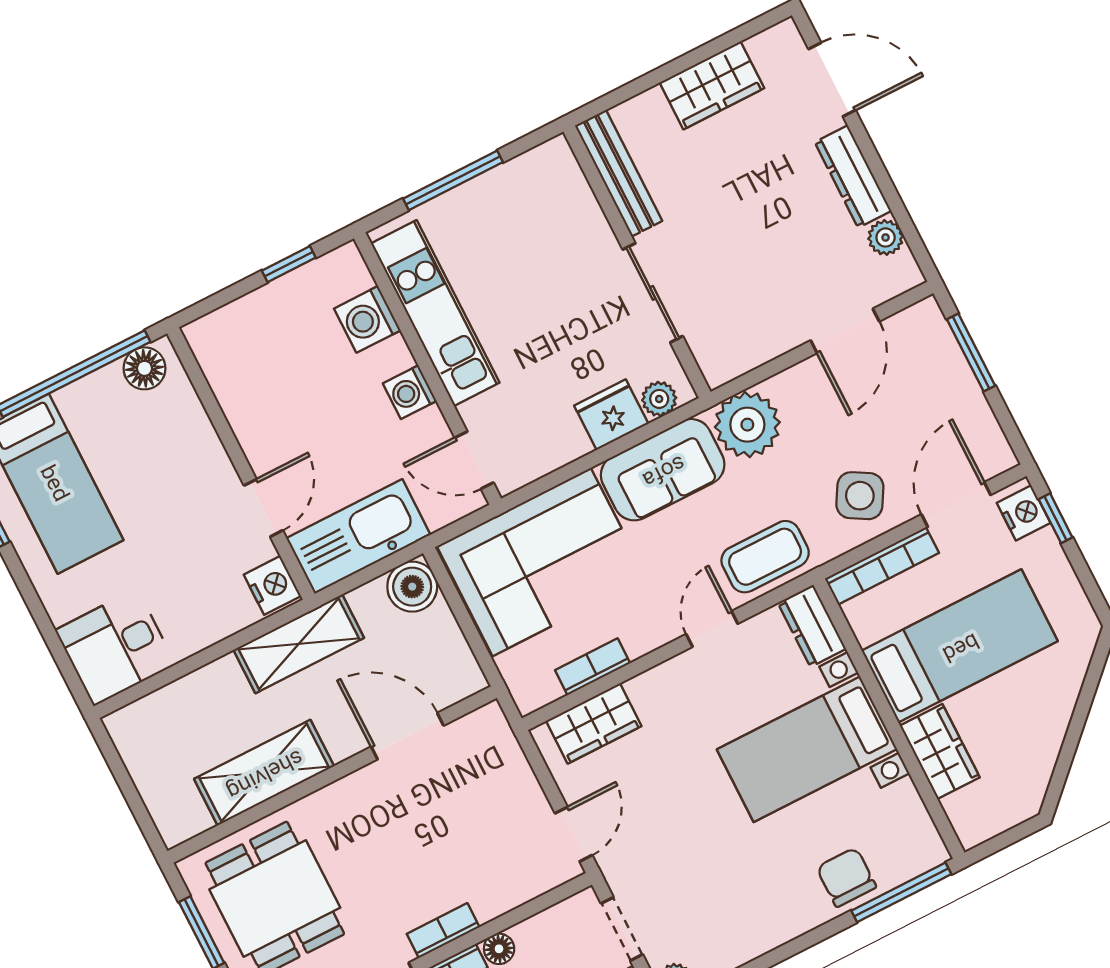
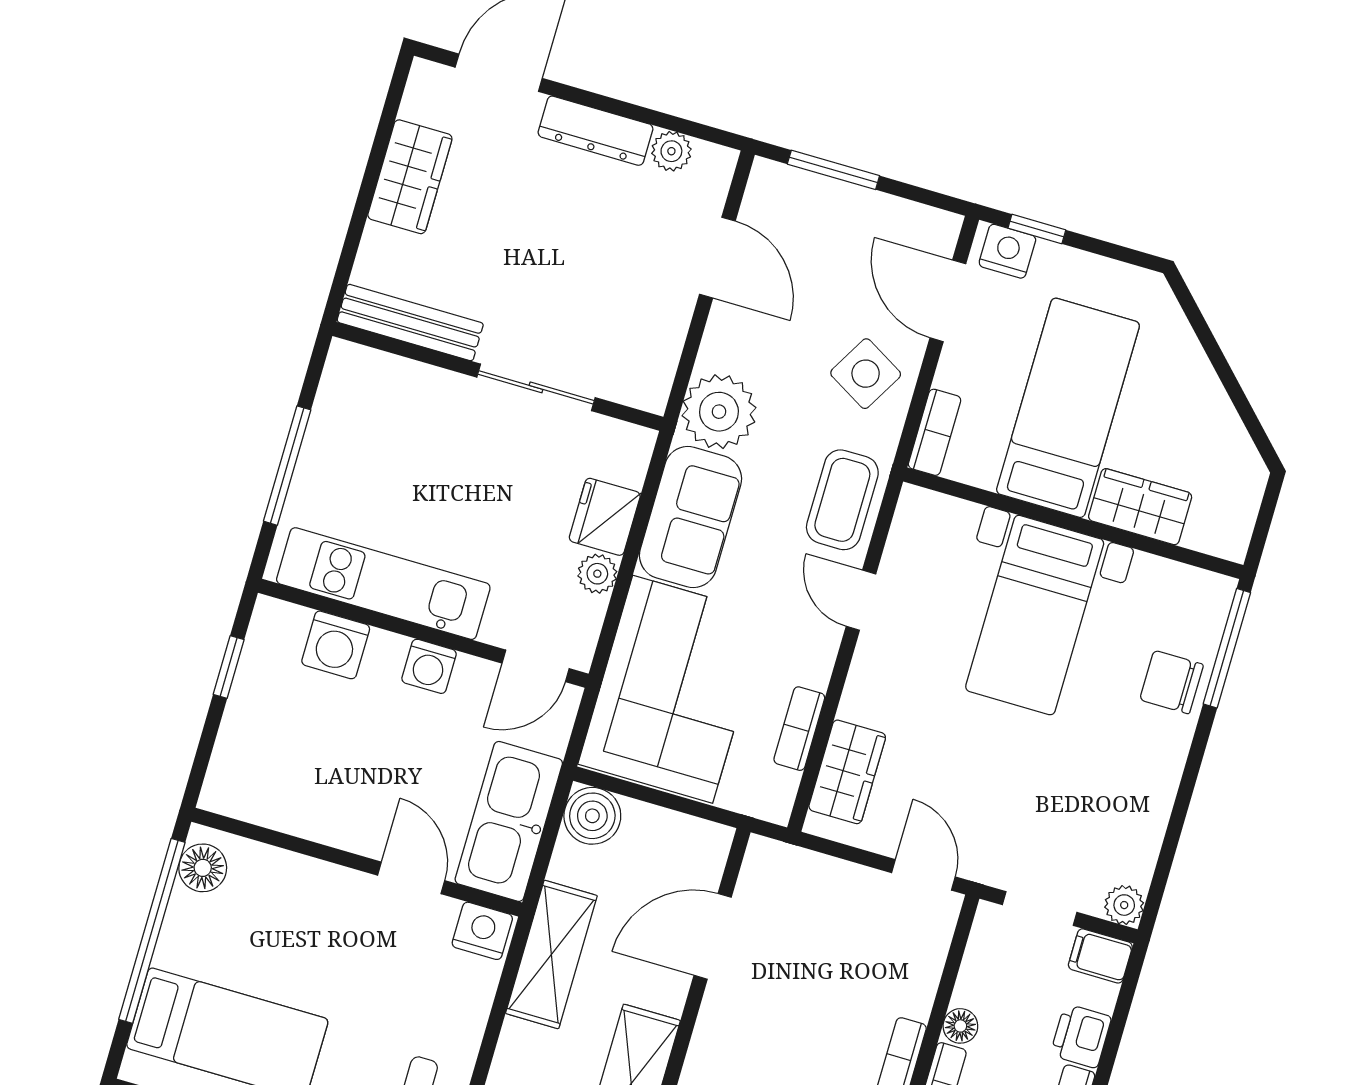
plant: (659, 399) -> (597, 574), moved
bookcase: (882, 566) -> (935, 432), width x0.64
dresser: (812, 626) -> (937, 515), removed

